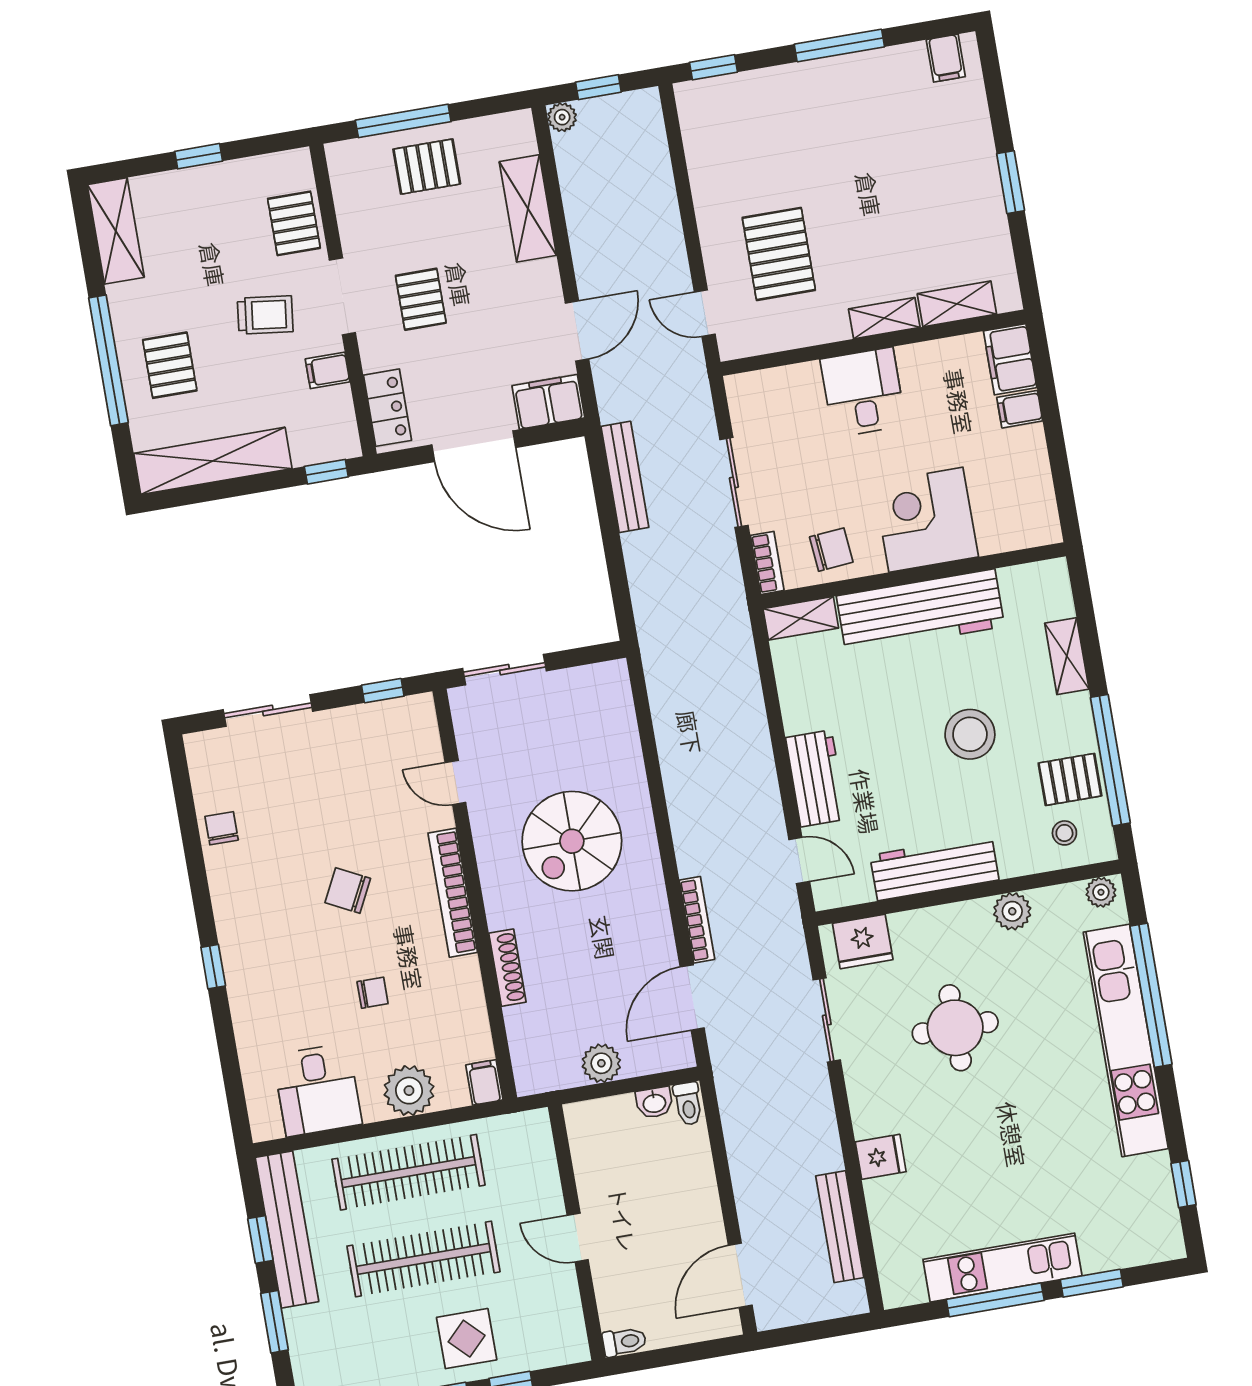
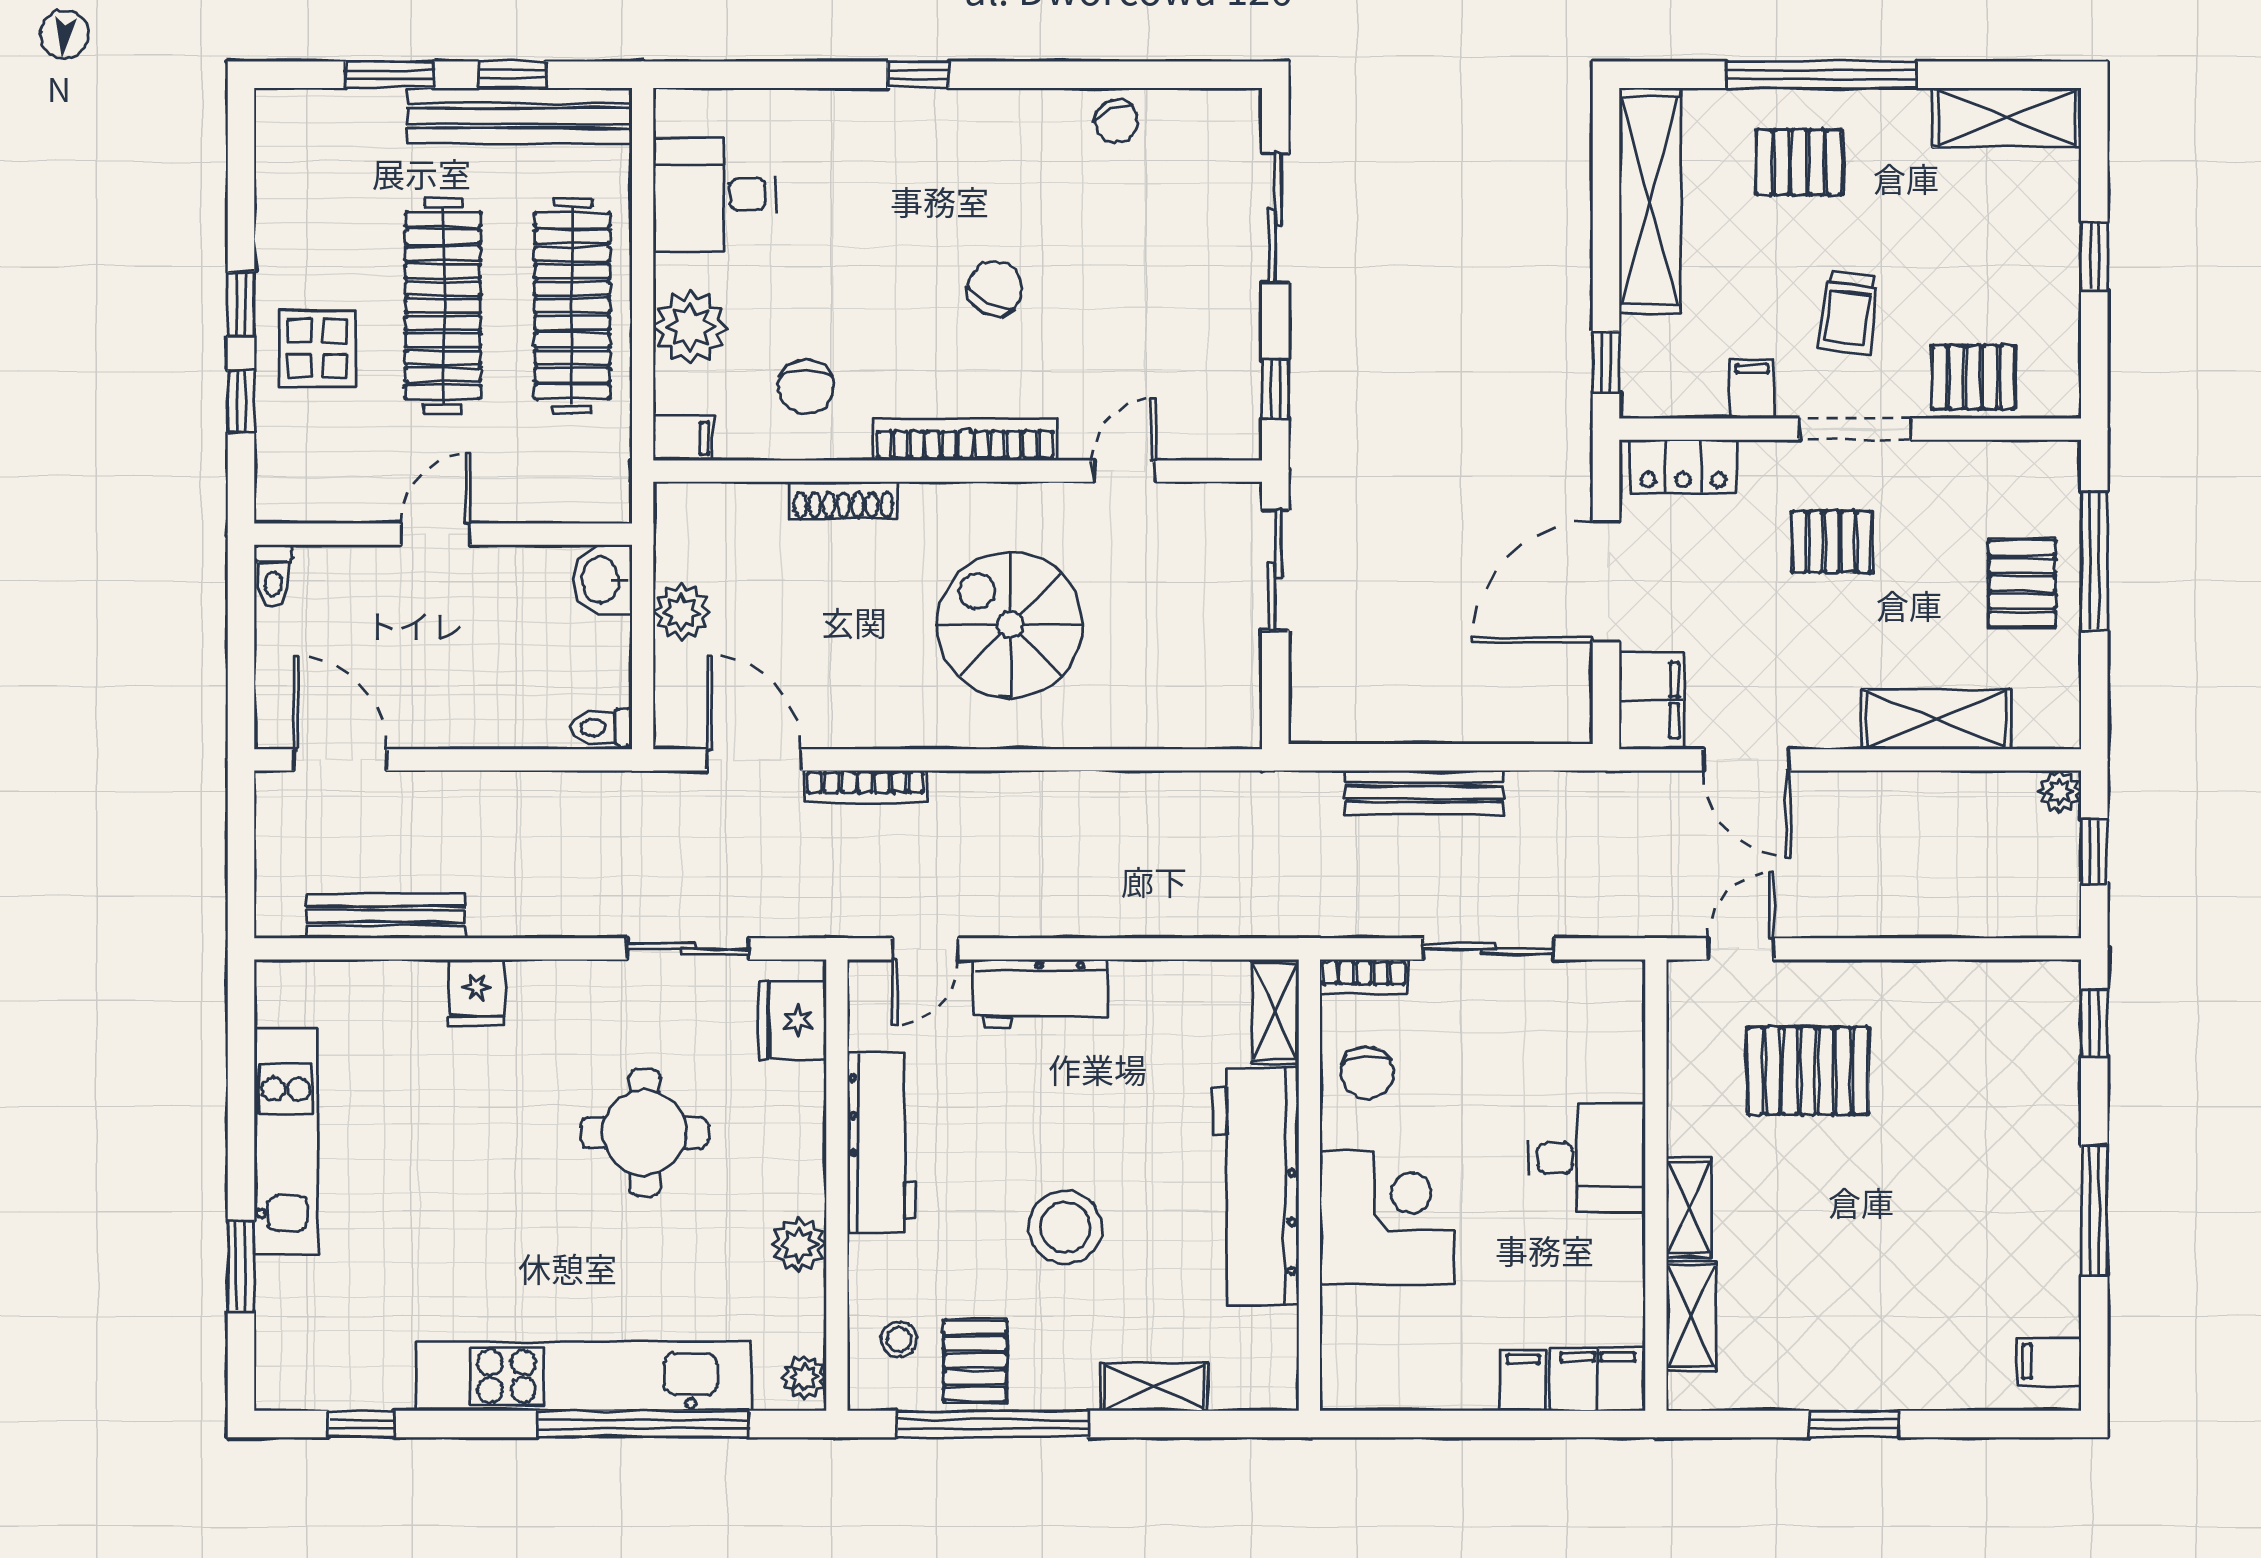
bench: (625, 477) -> (1424, 792), moved
chair: (222, 828) -> (1116, 121), turned 67
chair: (373, 993) -> (806, 387), moved, width x1.37, depth x1.37
washbasin: (654, 1103) -> (602, 580), moved, width x1.38, depth x1.45
window: (995, 1300) -> (241, 1123), removed

